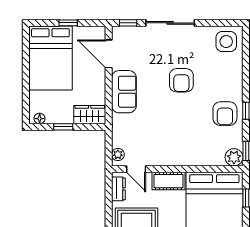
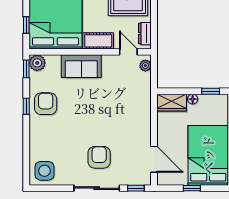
armchair: (181, 80) -> (99, 157), moved
sofa: (124, 92) -> (81, 66), moved, turned -90
floor lamp: (40, 119) -> (193, 99), moved
window: (63, 127) -> (211, 91), moved

